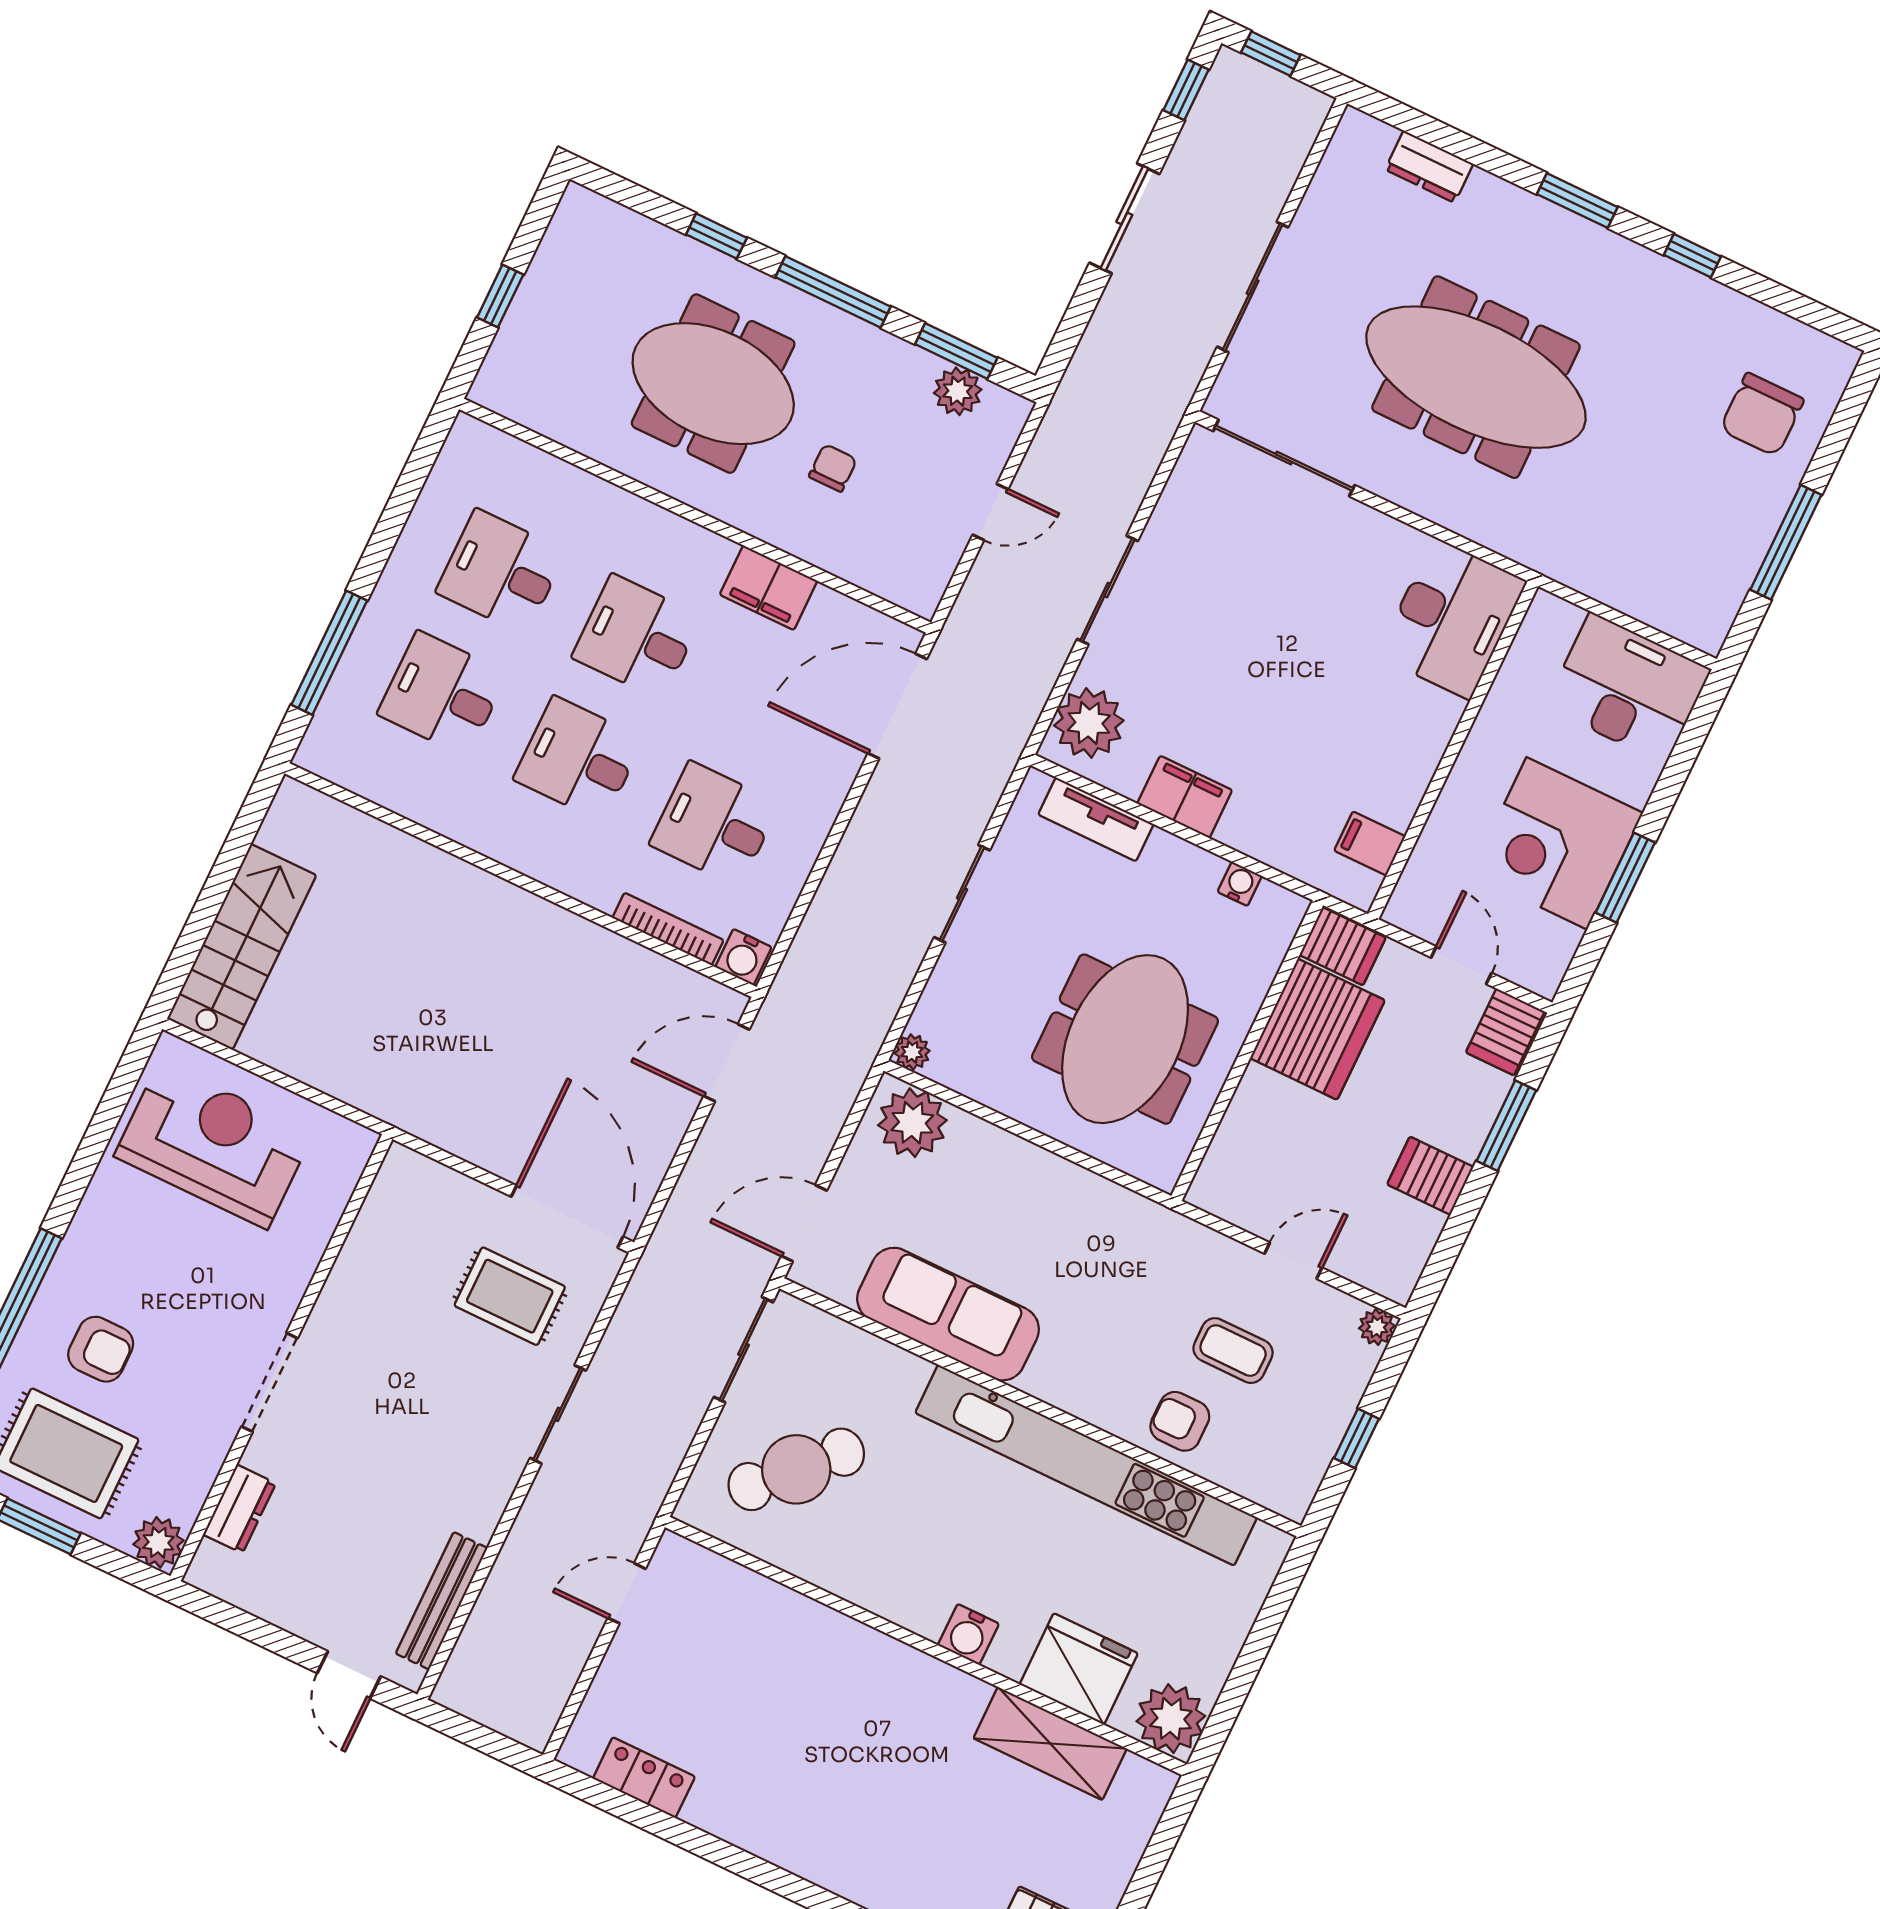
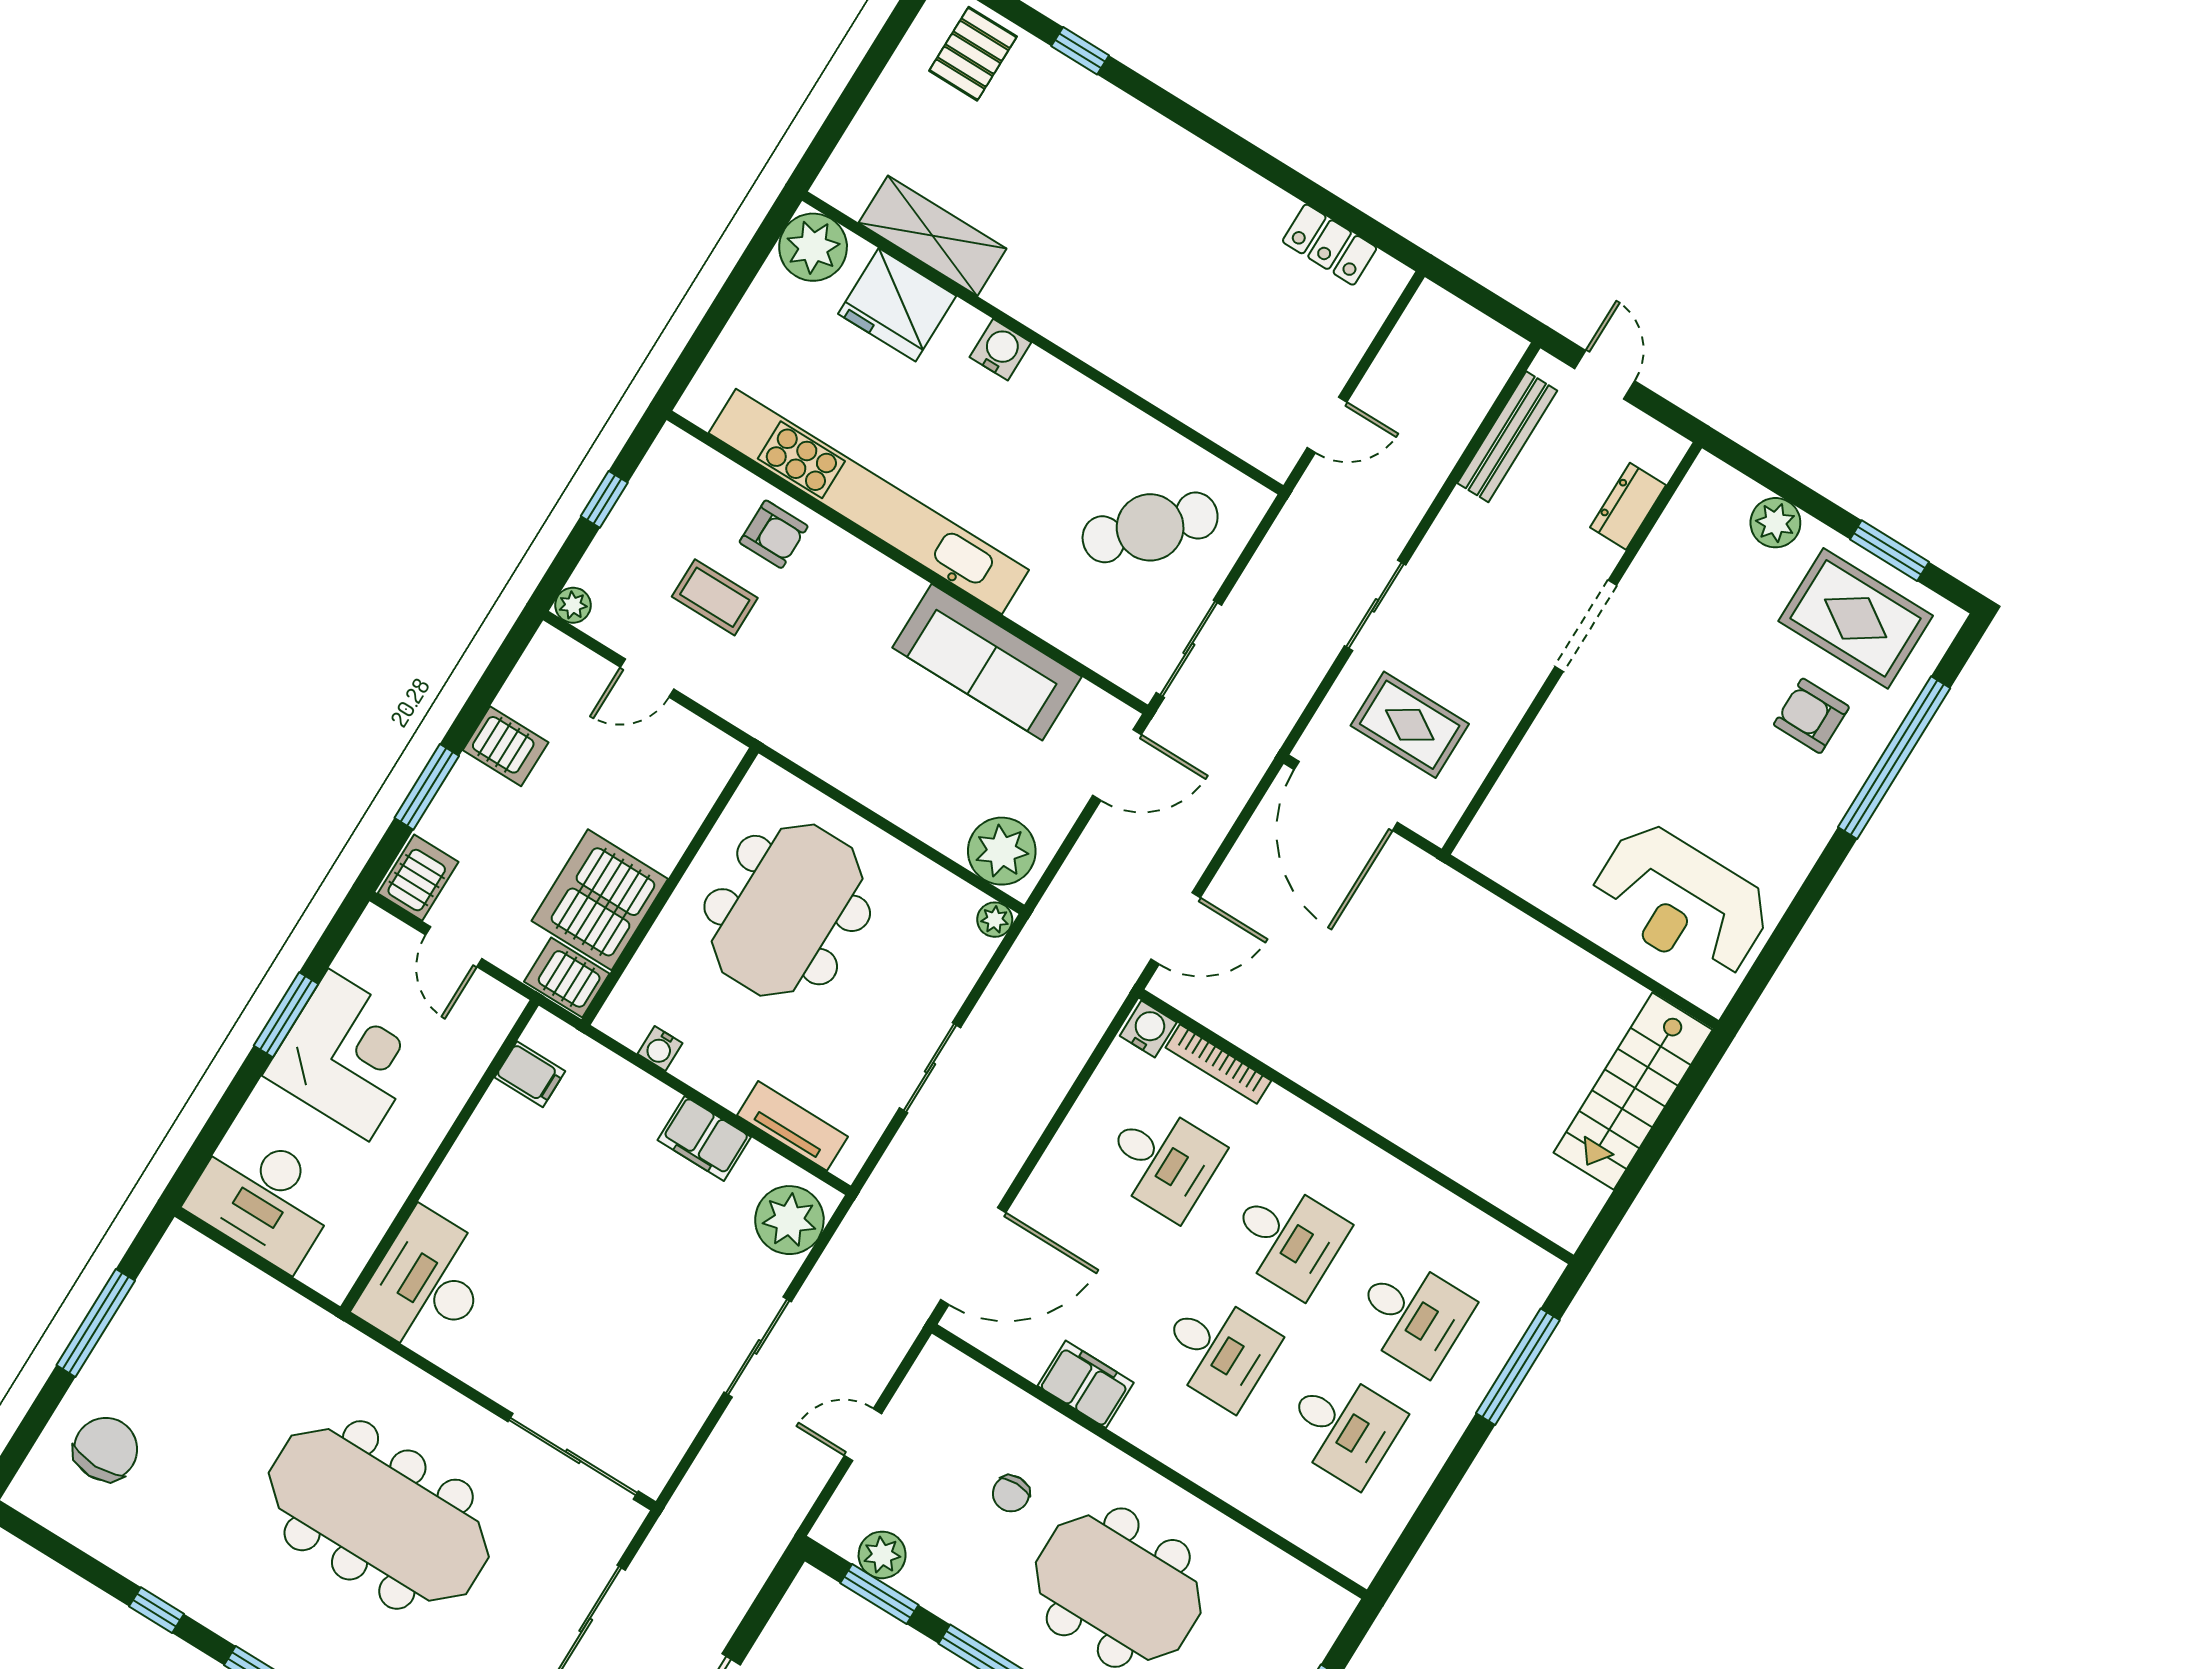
wall: (281, 1358) -> (1572, 648), moved
doorway: (270, 1382) -> (1586, 626), moved
dresser: (239, 1509) -> (1628, 506), moved

